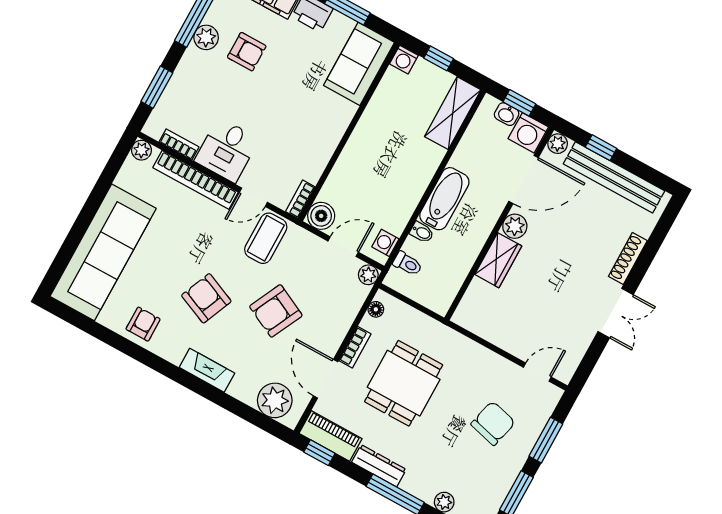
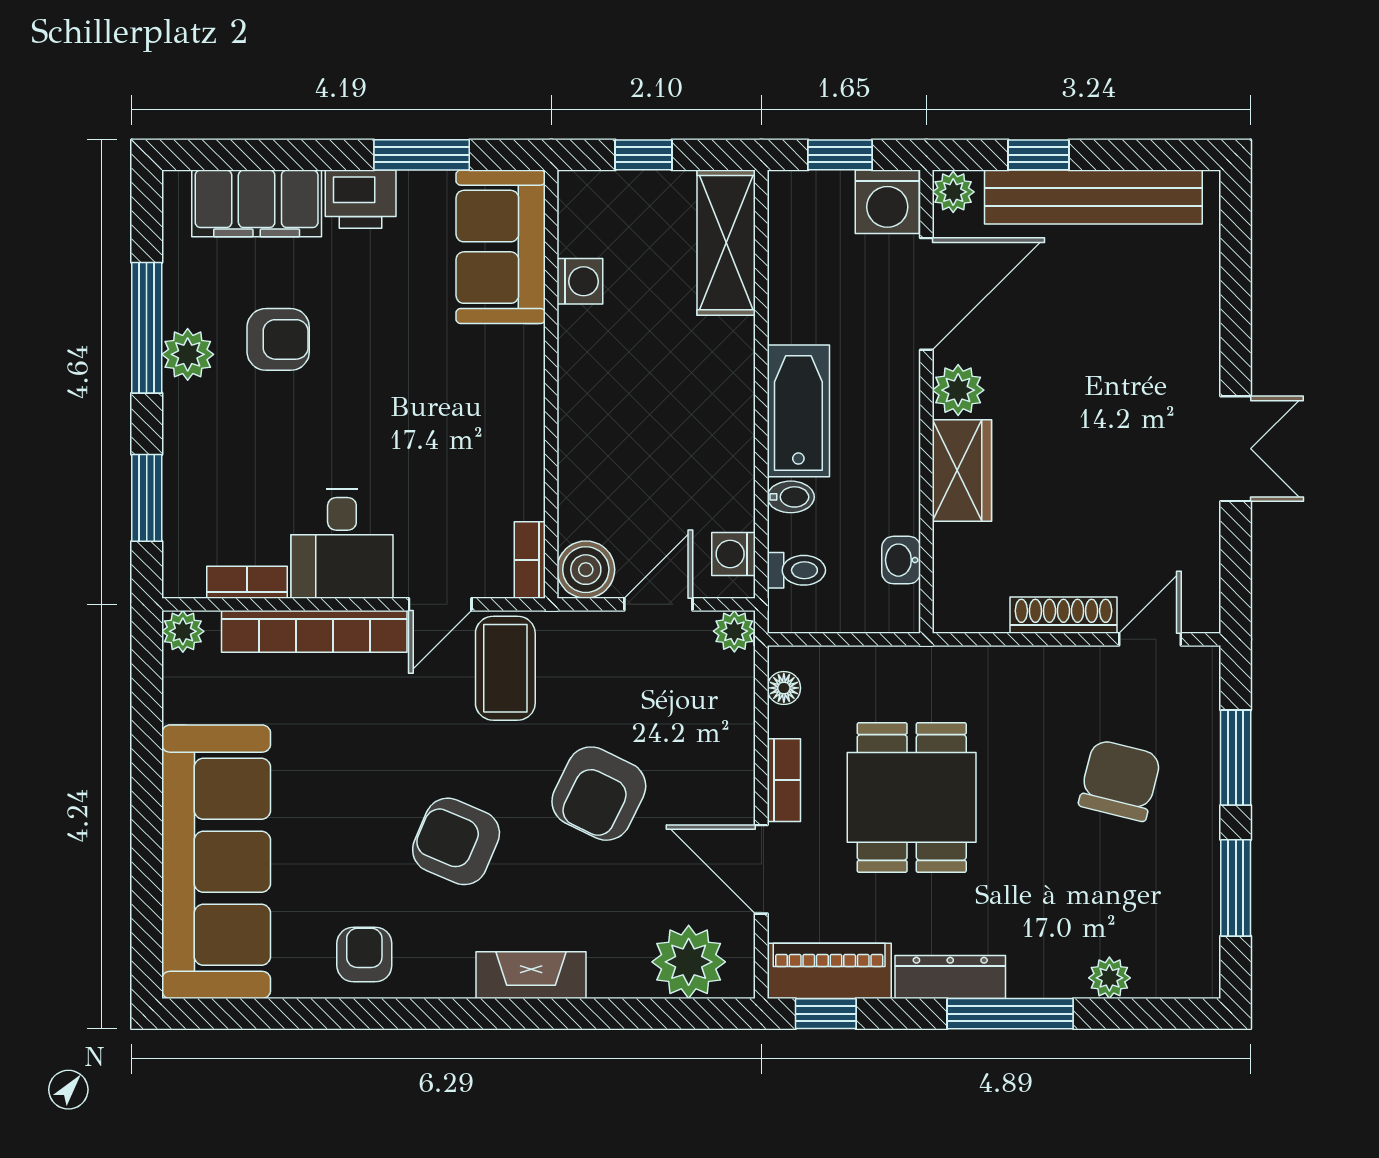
washing machine: (404, 60) -> (580, 281), moved, turned -90
washbasin: (507, 114) -> (901, 560), moved, turned 90
shoe rack: (628, 259) -> (1063, 615), moved, turned 90

